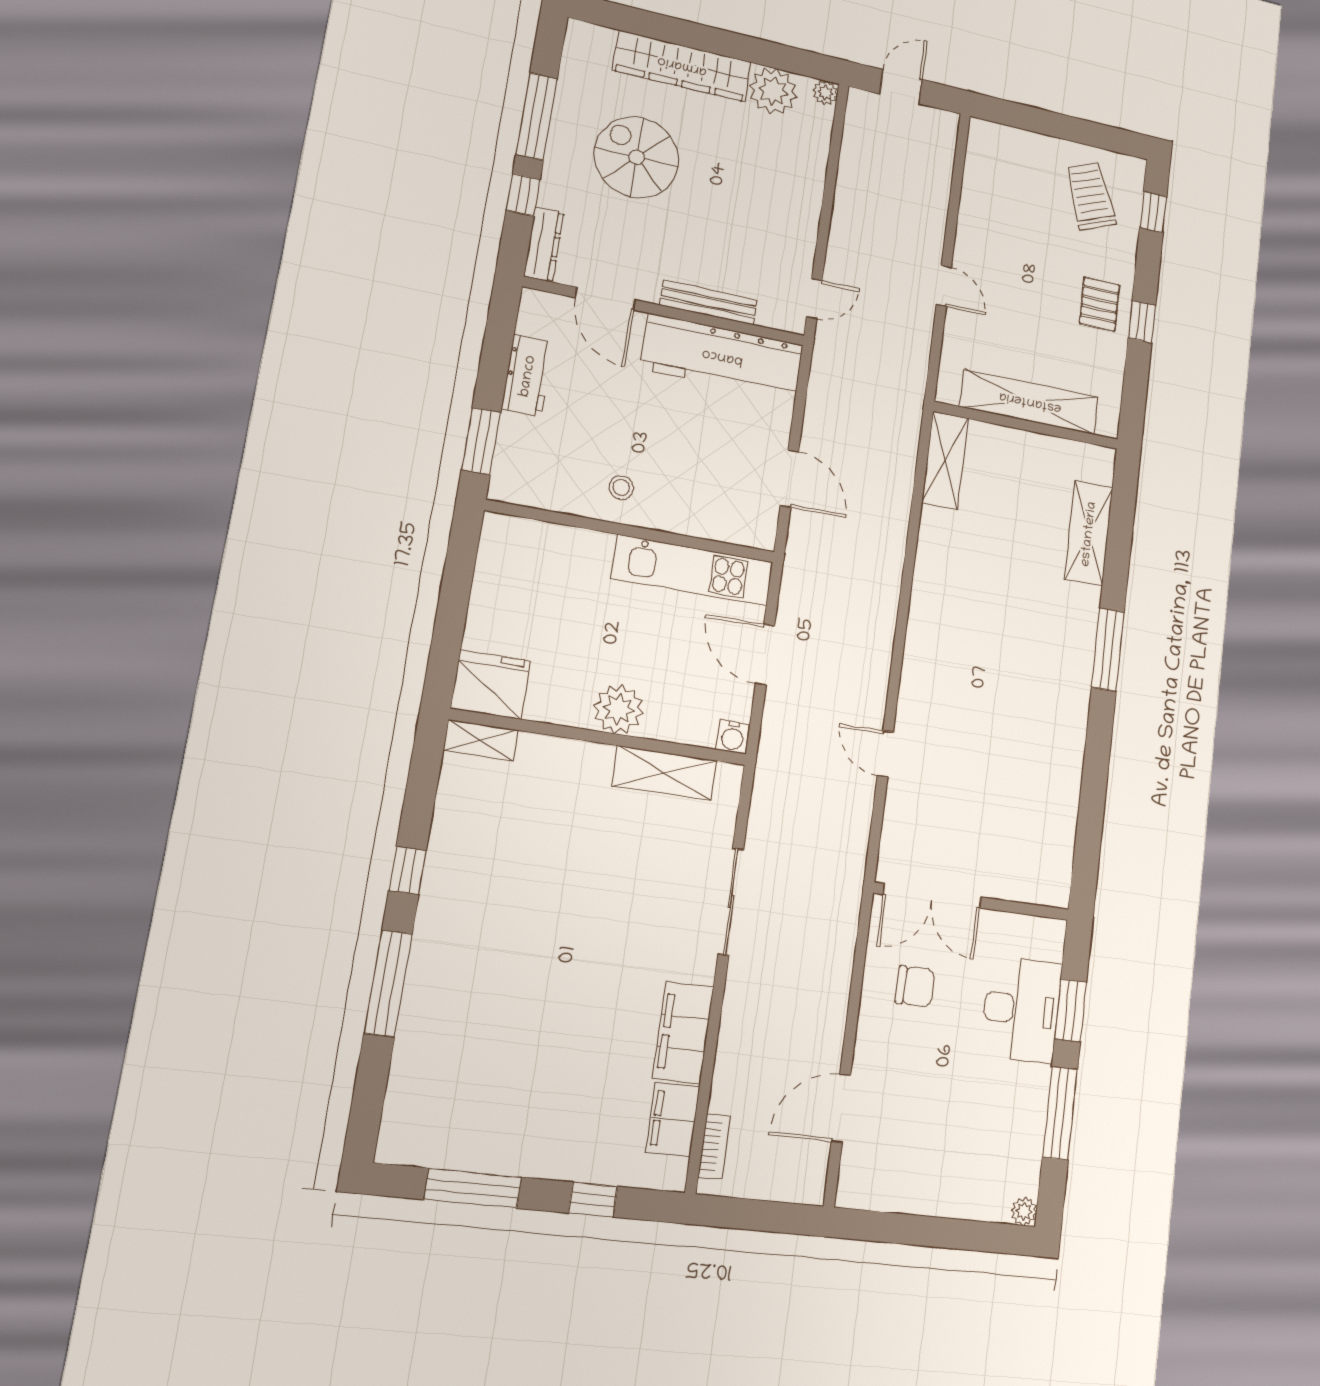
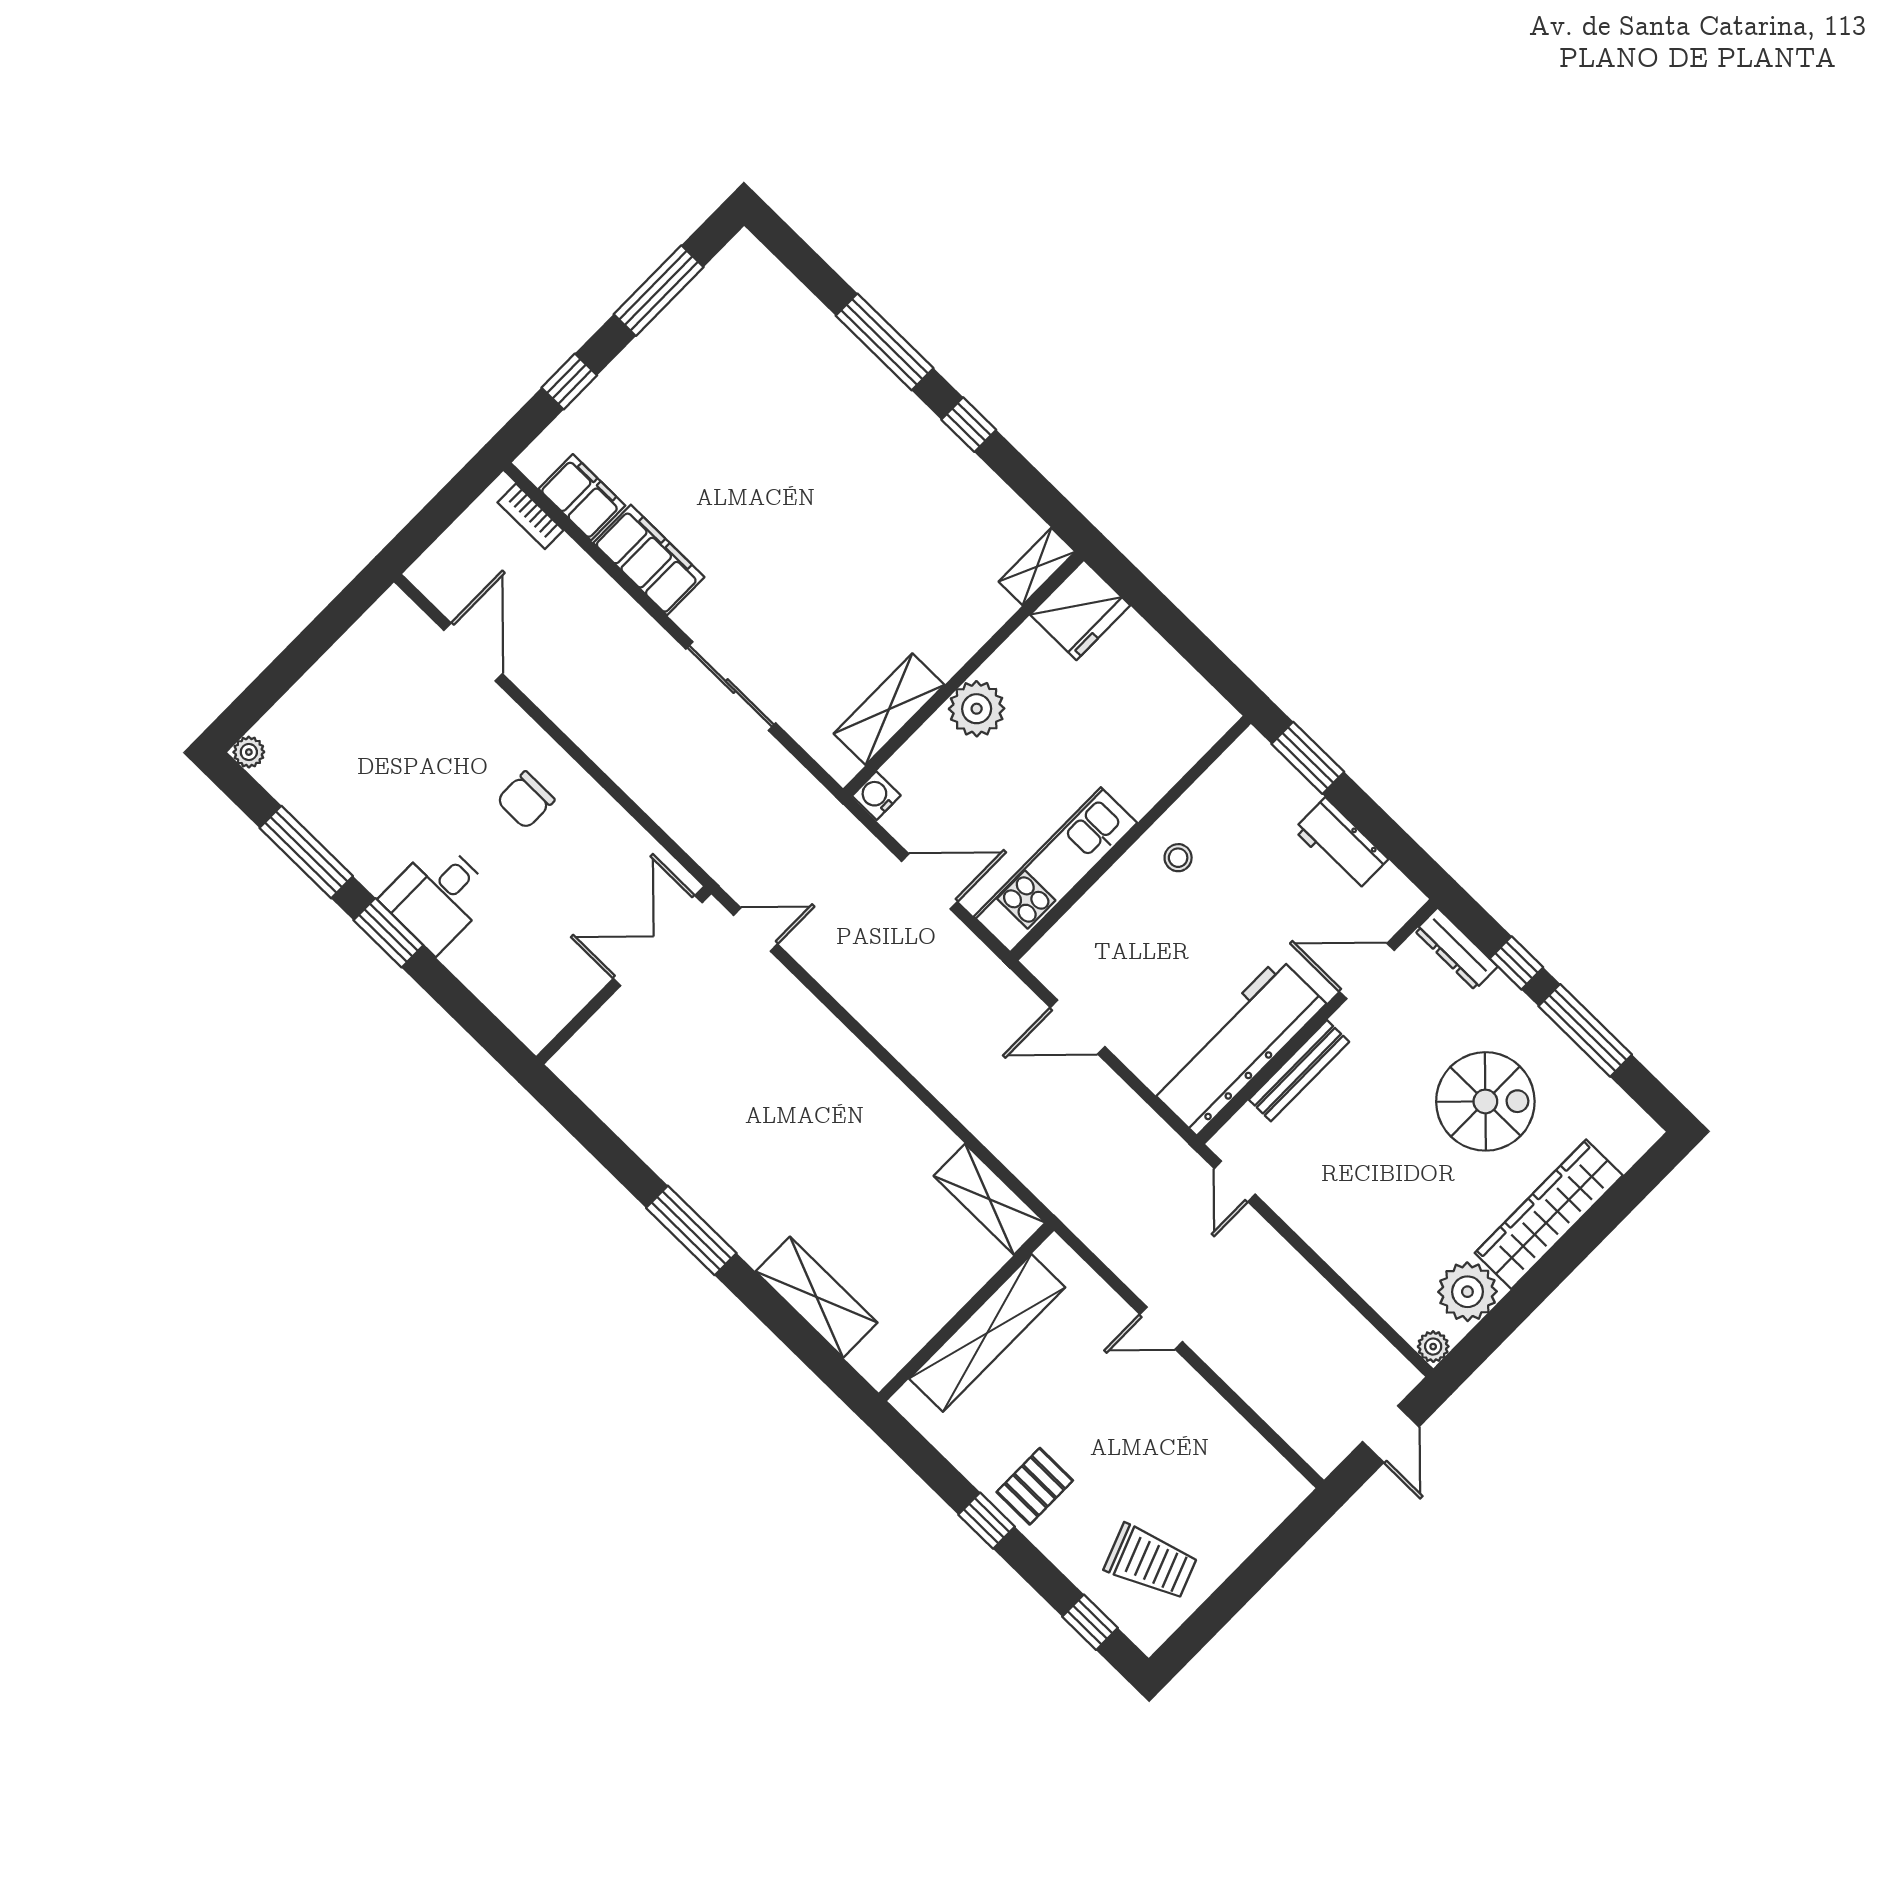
pallet: (1099, 304) -> (1035, 1486), turned 90
double door: (932, 896) -> (658, 941), moved
wall: (972, 901) -> (624, 975), moved
desk: (1022, 1010) -> (437, 897), width x0.73

